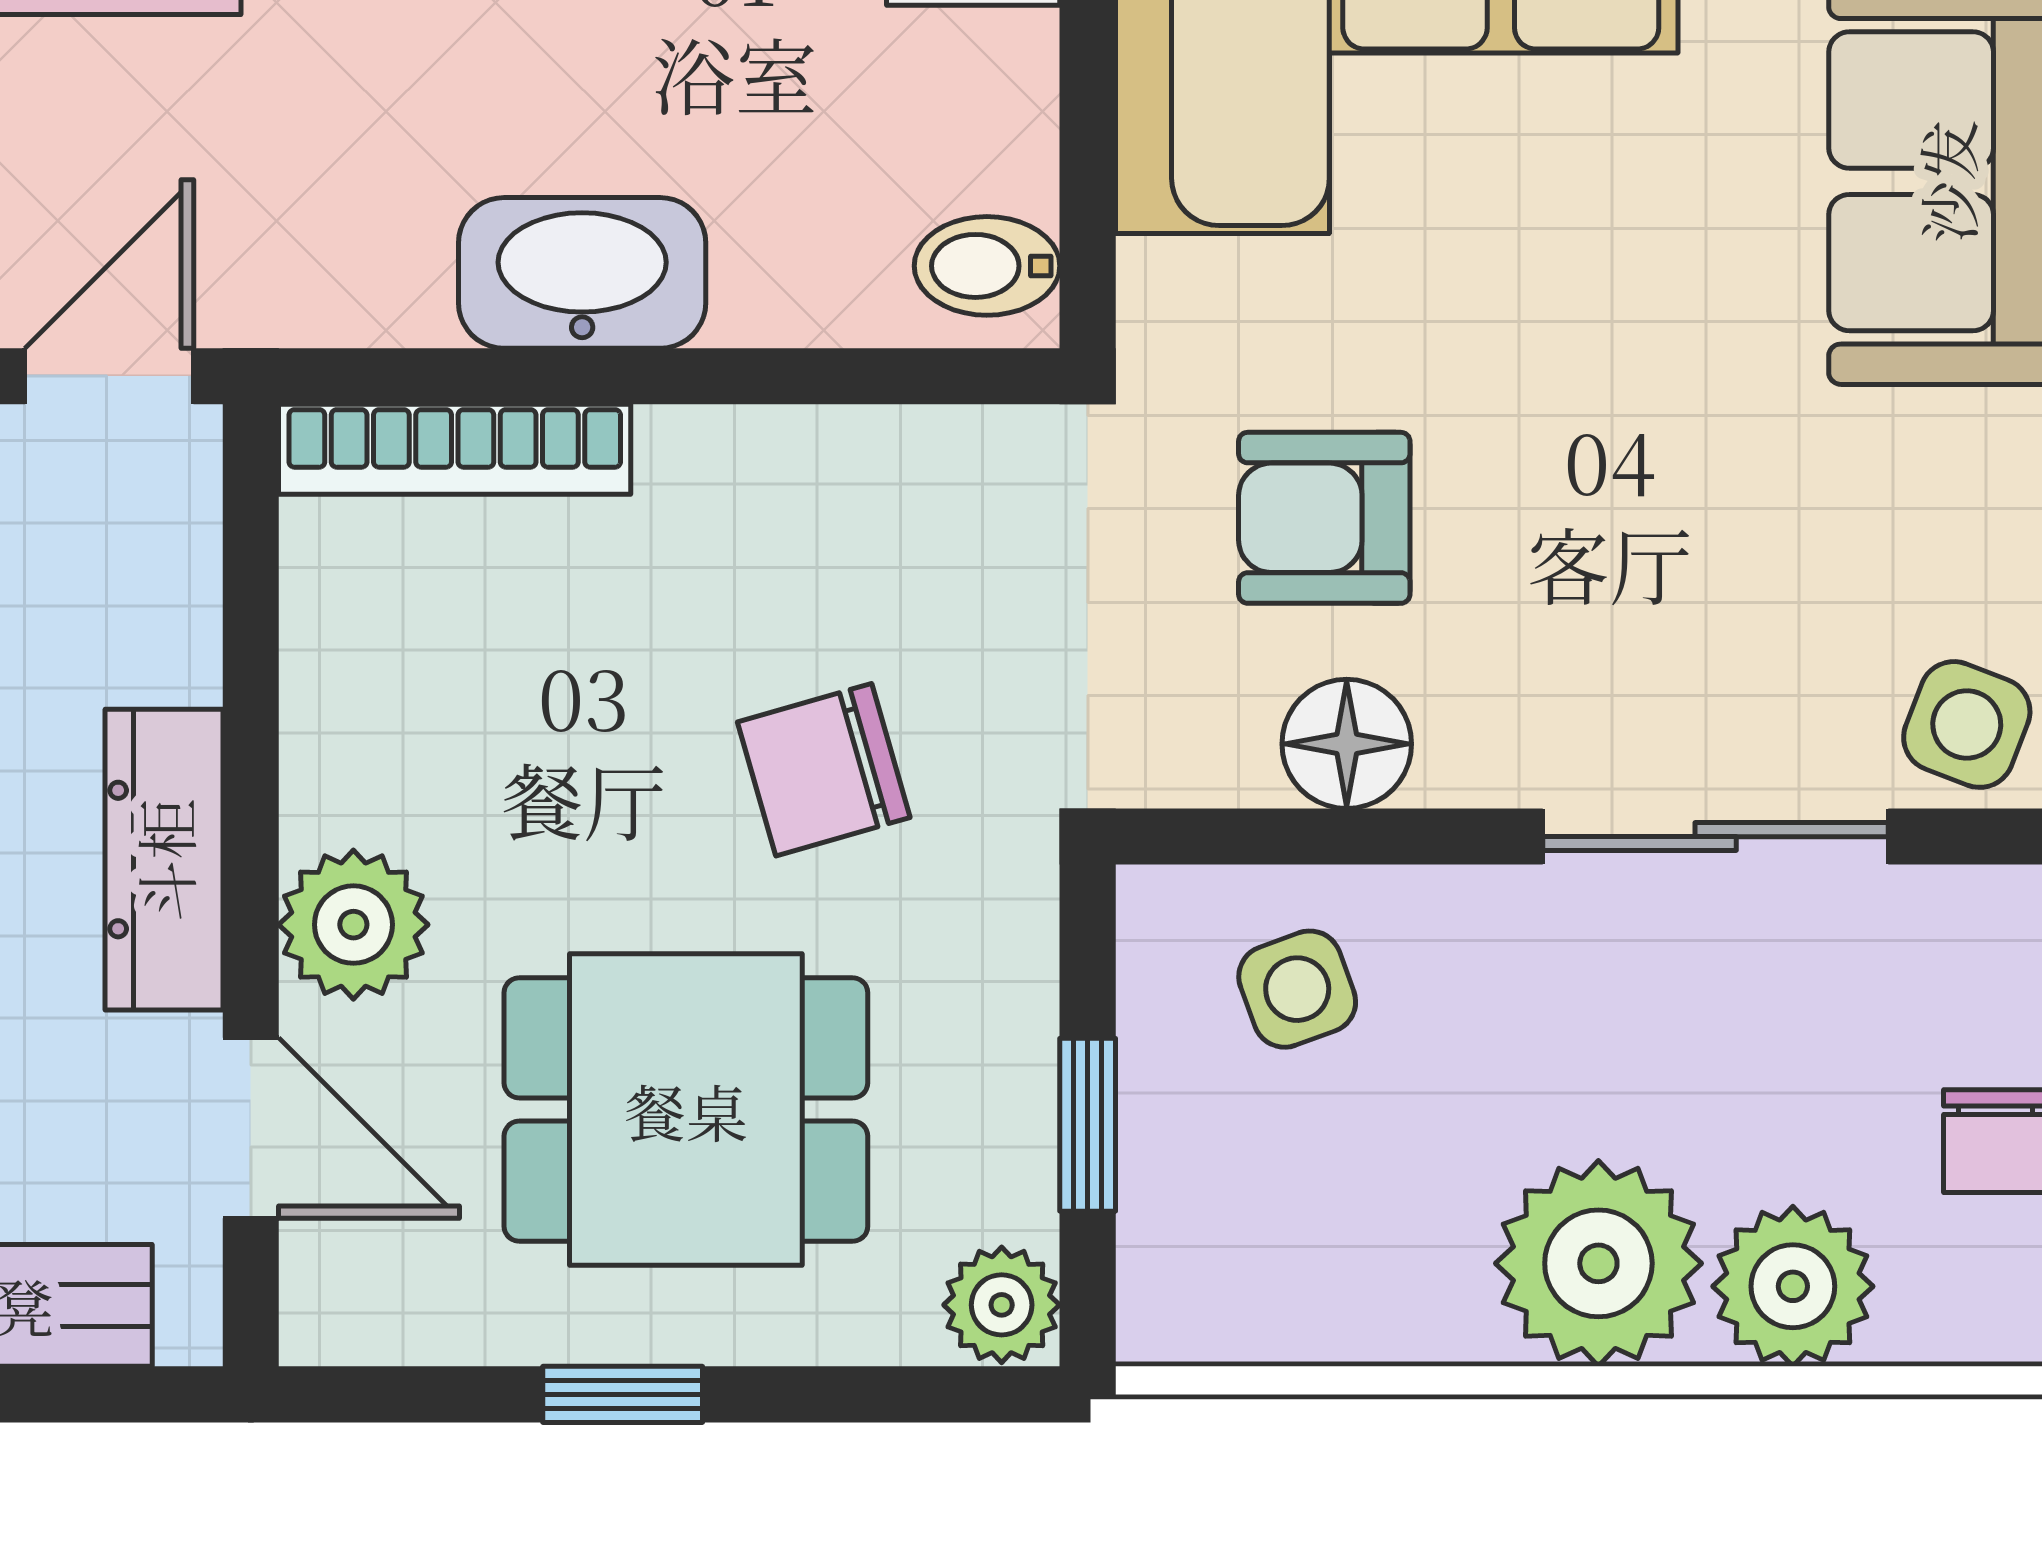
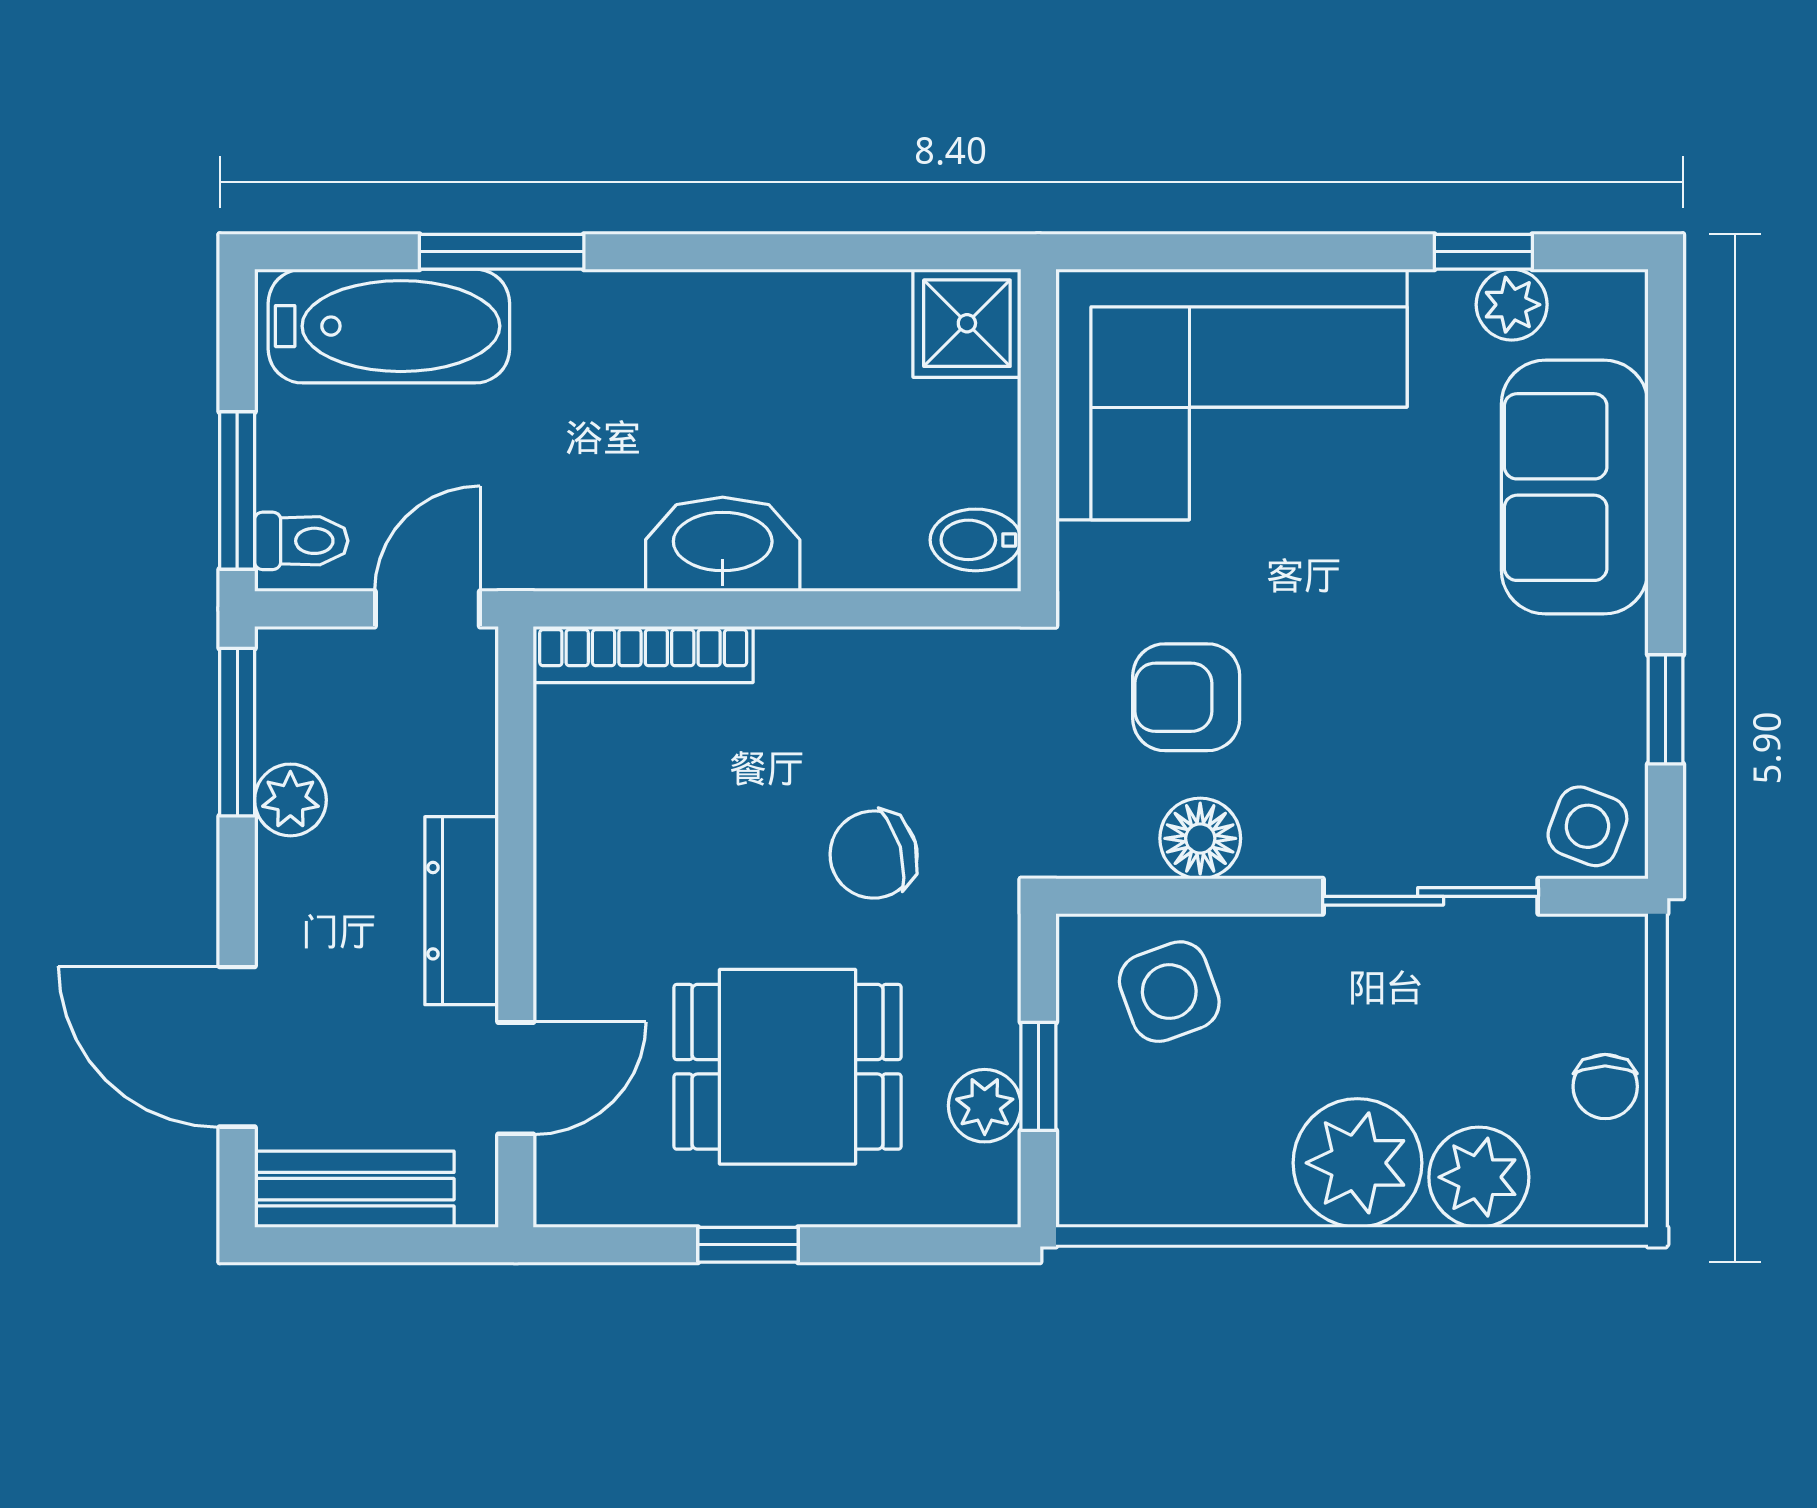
plant: (353, 925) -> (580, 951), removed
side table: (1297, 989) -> (1169, 992), width x1.37, depth x1.37
door: (251, 1128) -> (516, 1078), hinge flipped
plant: (1002, 1305) -> (985, 1106), moved

